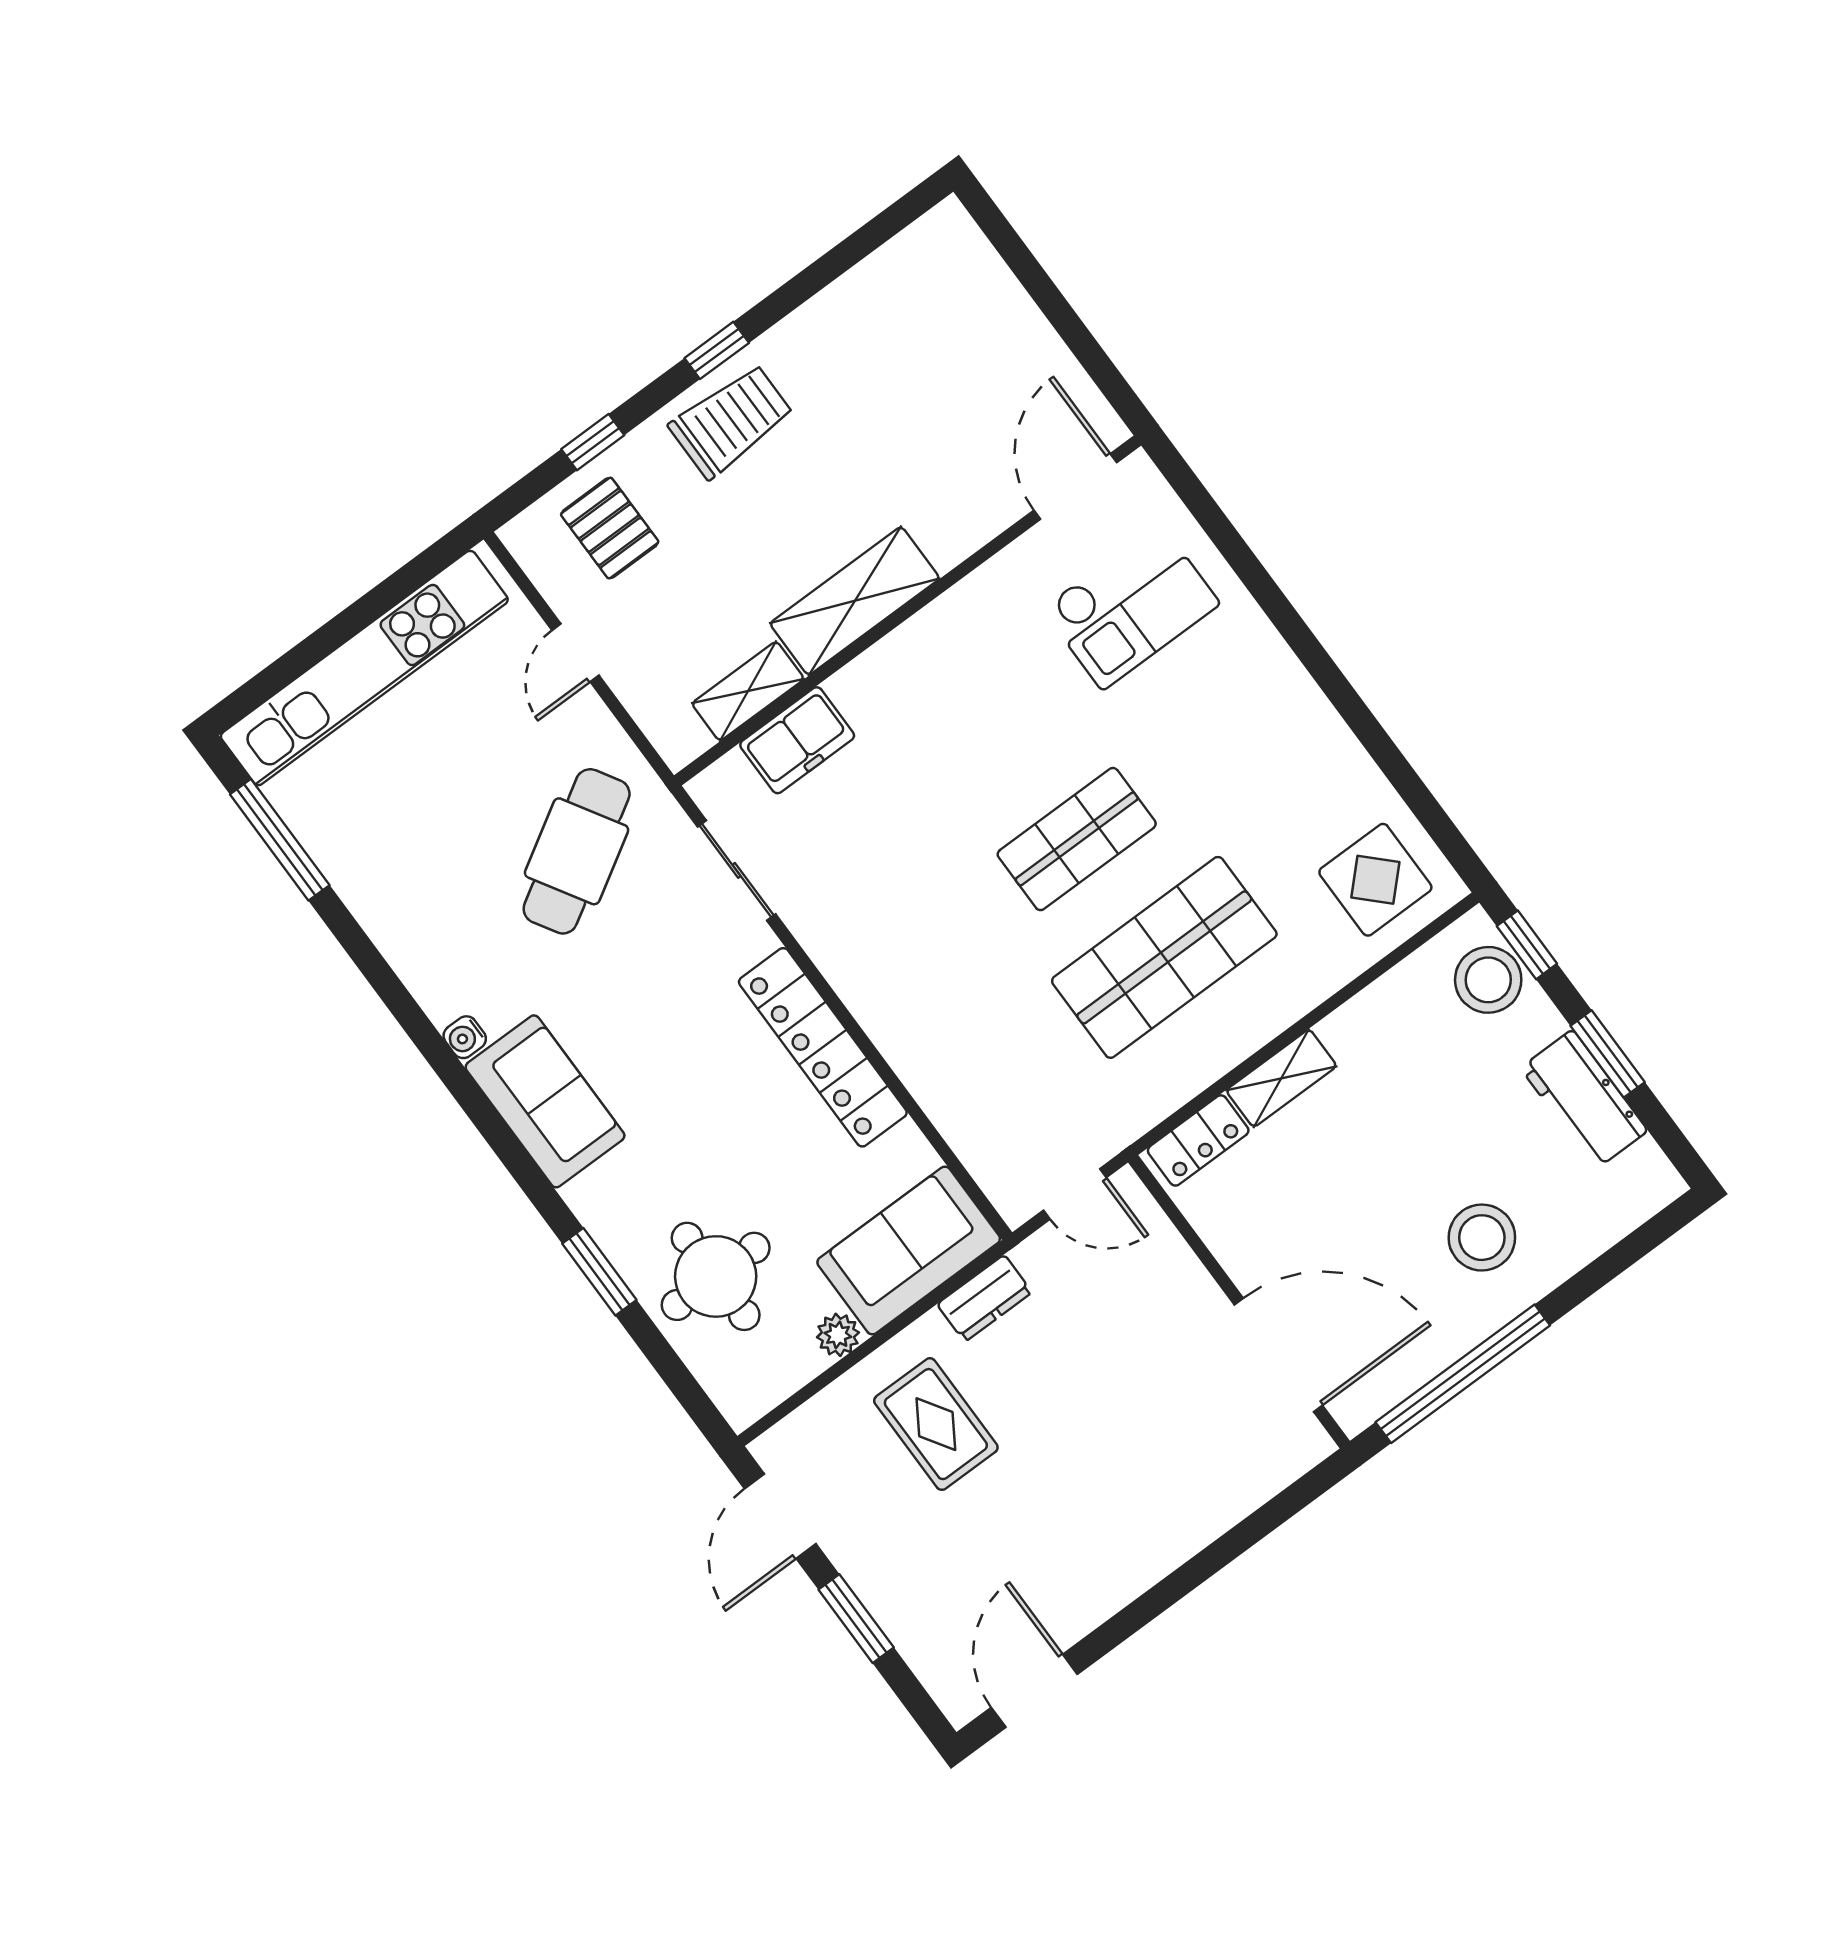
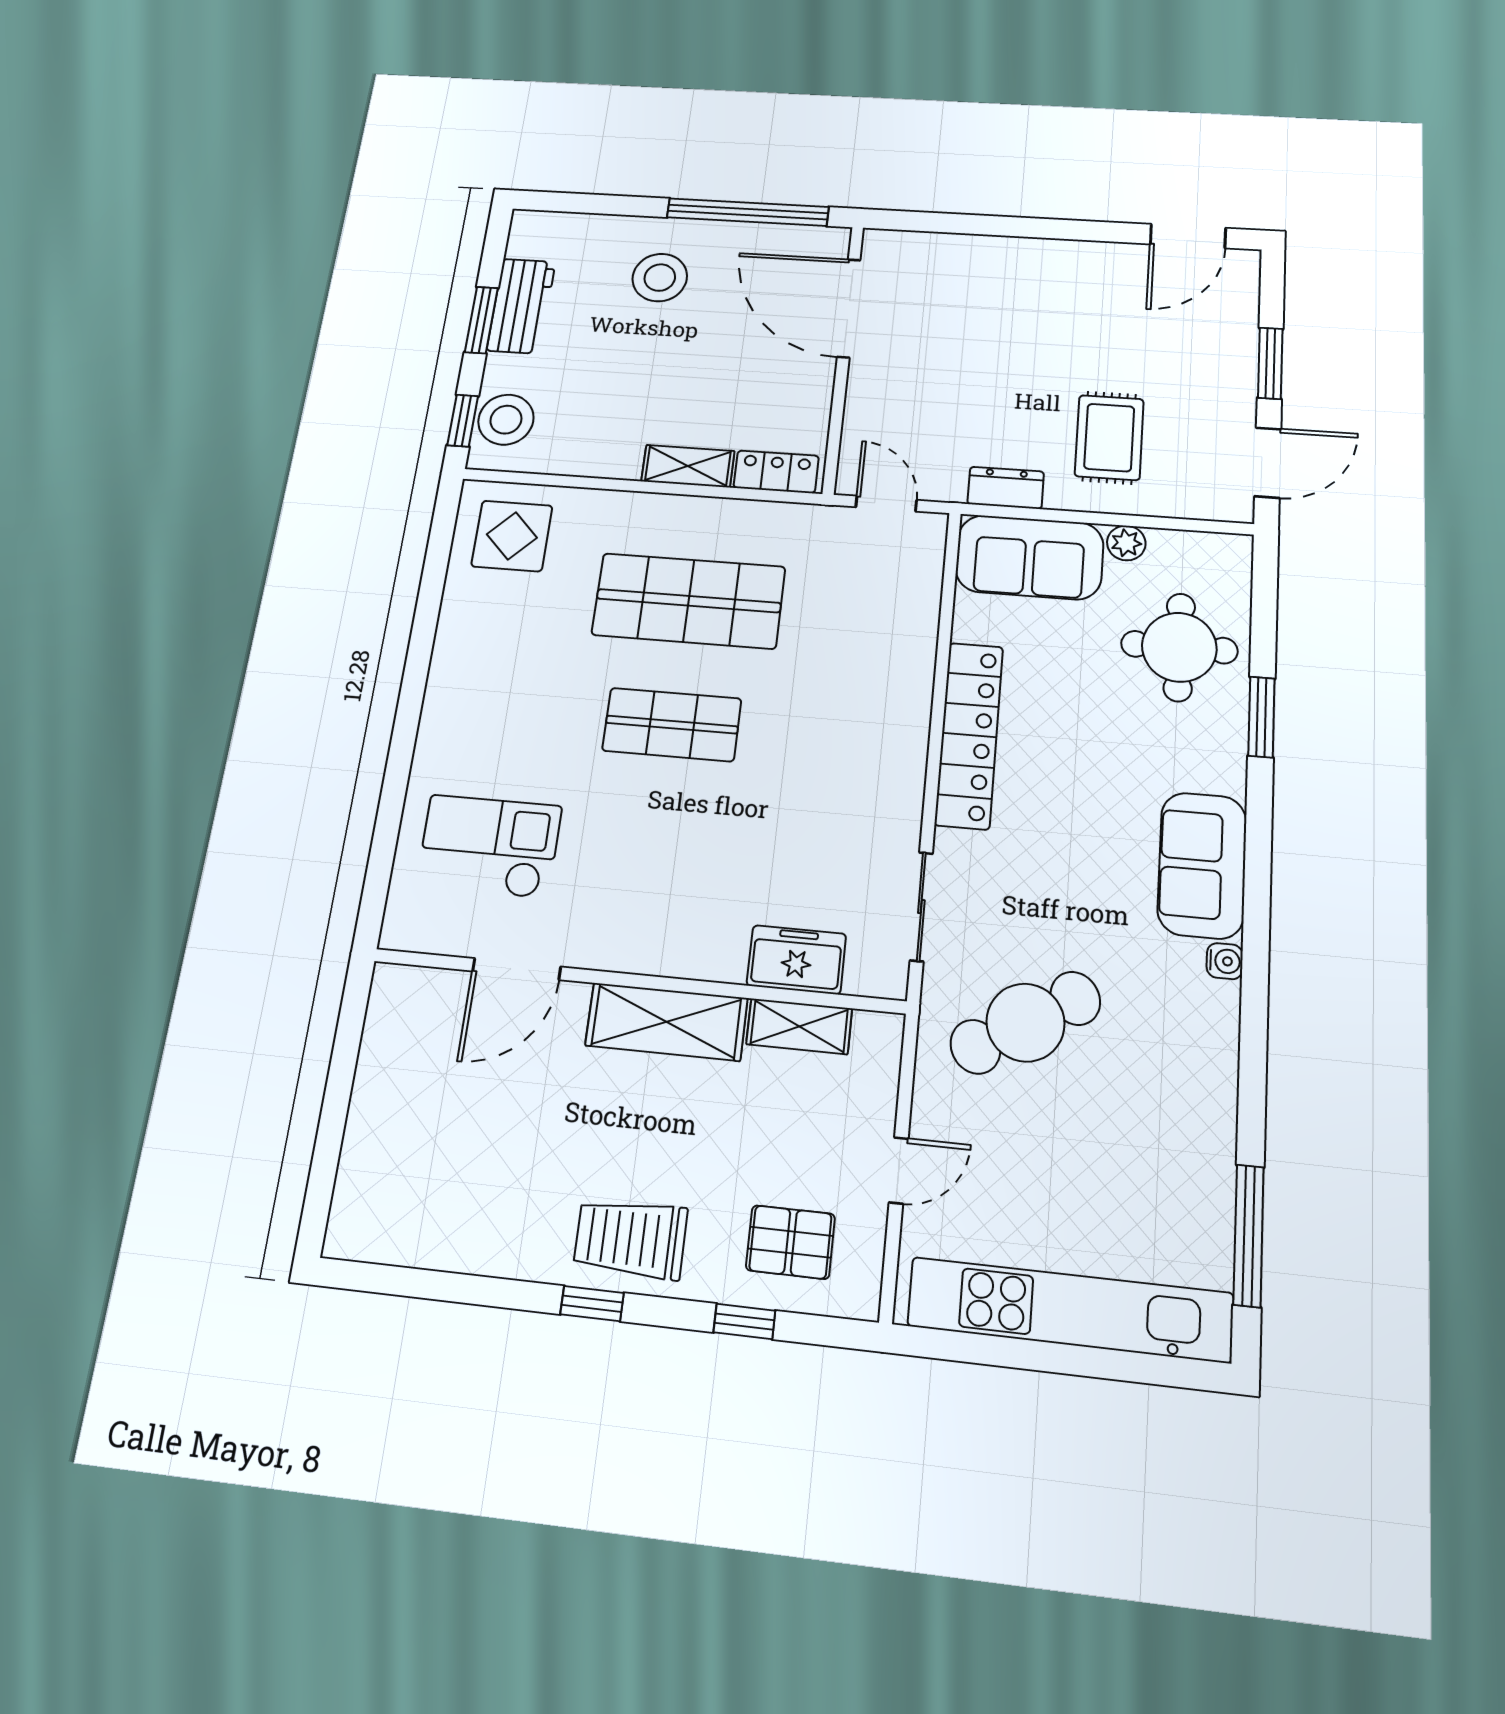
door: (1075, 486) -> (517, 969), moved
pallet: (610, 528) -> (790, 1242), turned 90

